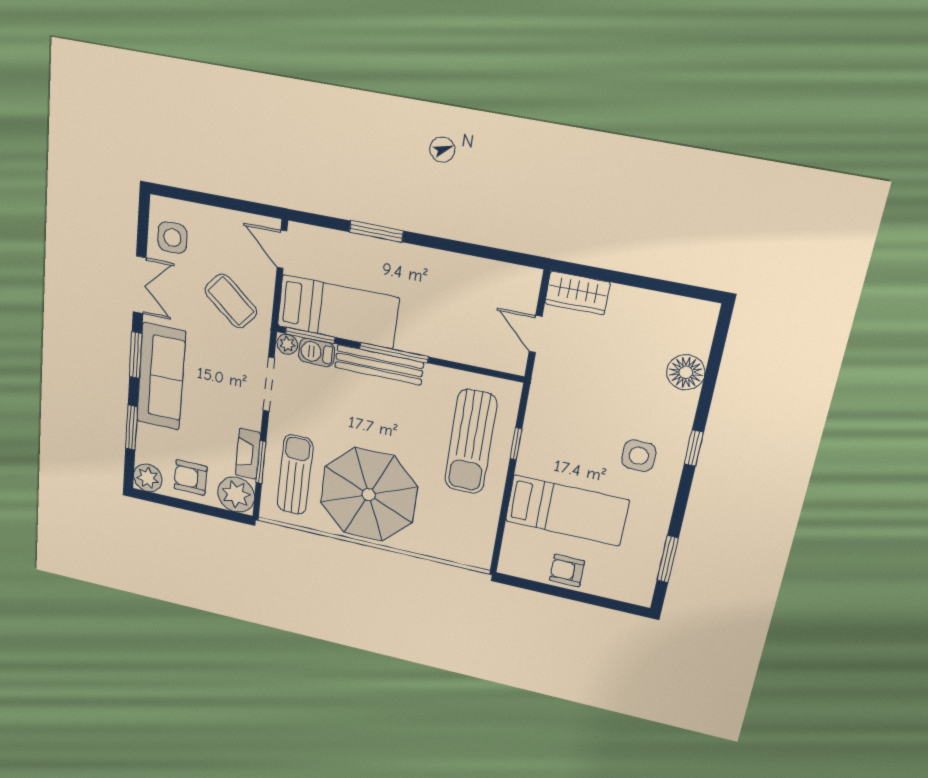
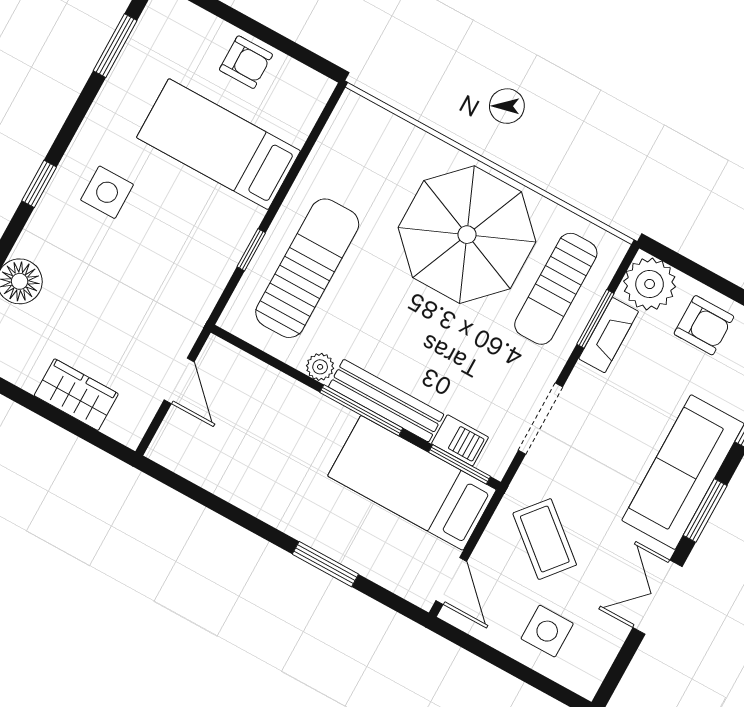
side table: (172, 238) -> (547, 631), moved
wardrobe: (577, 293) -> (76, 395), moved
plant: (287, 344) -> (320, 367), moved

